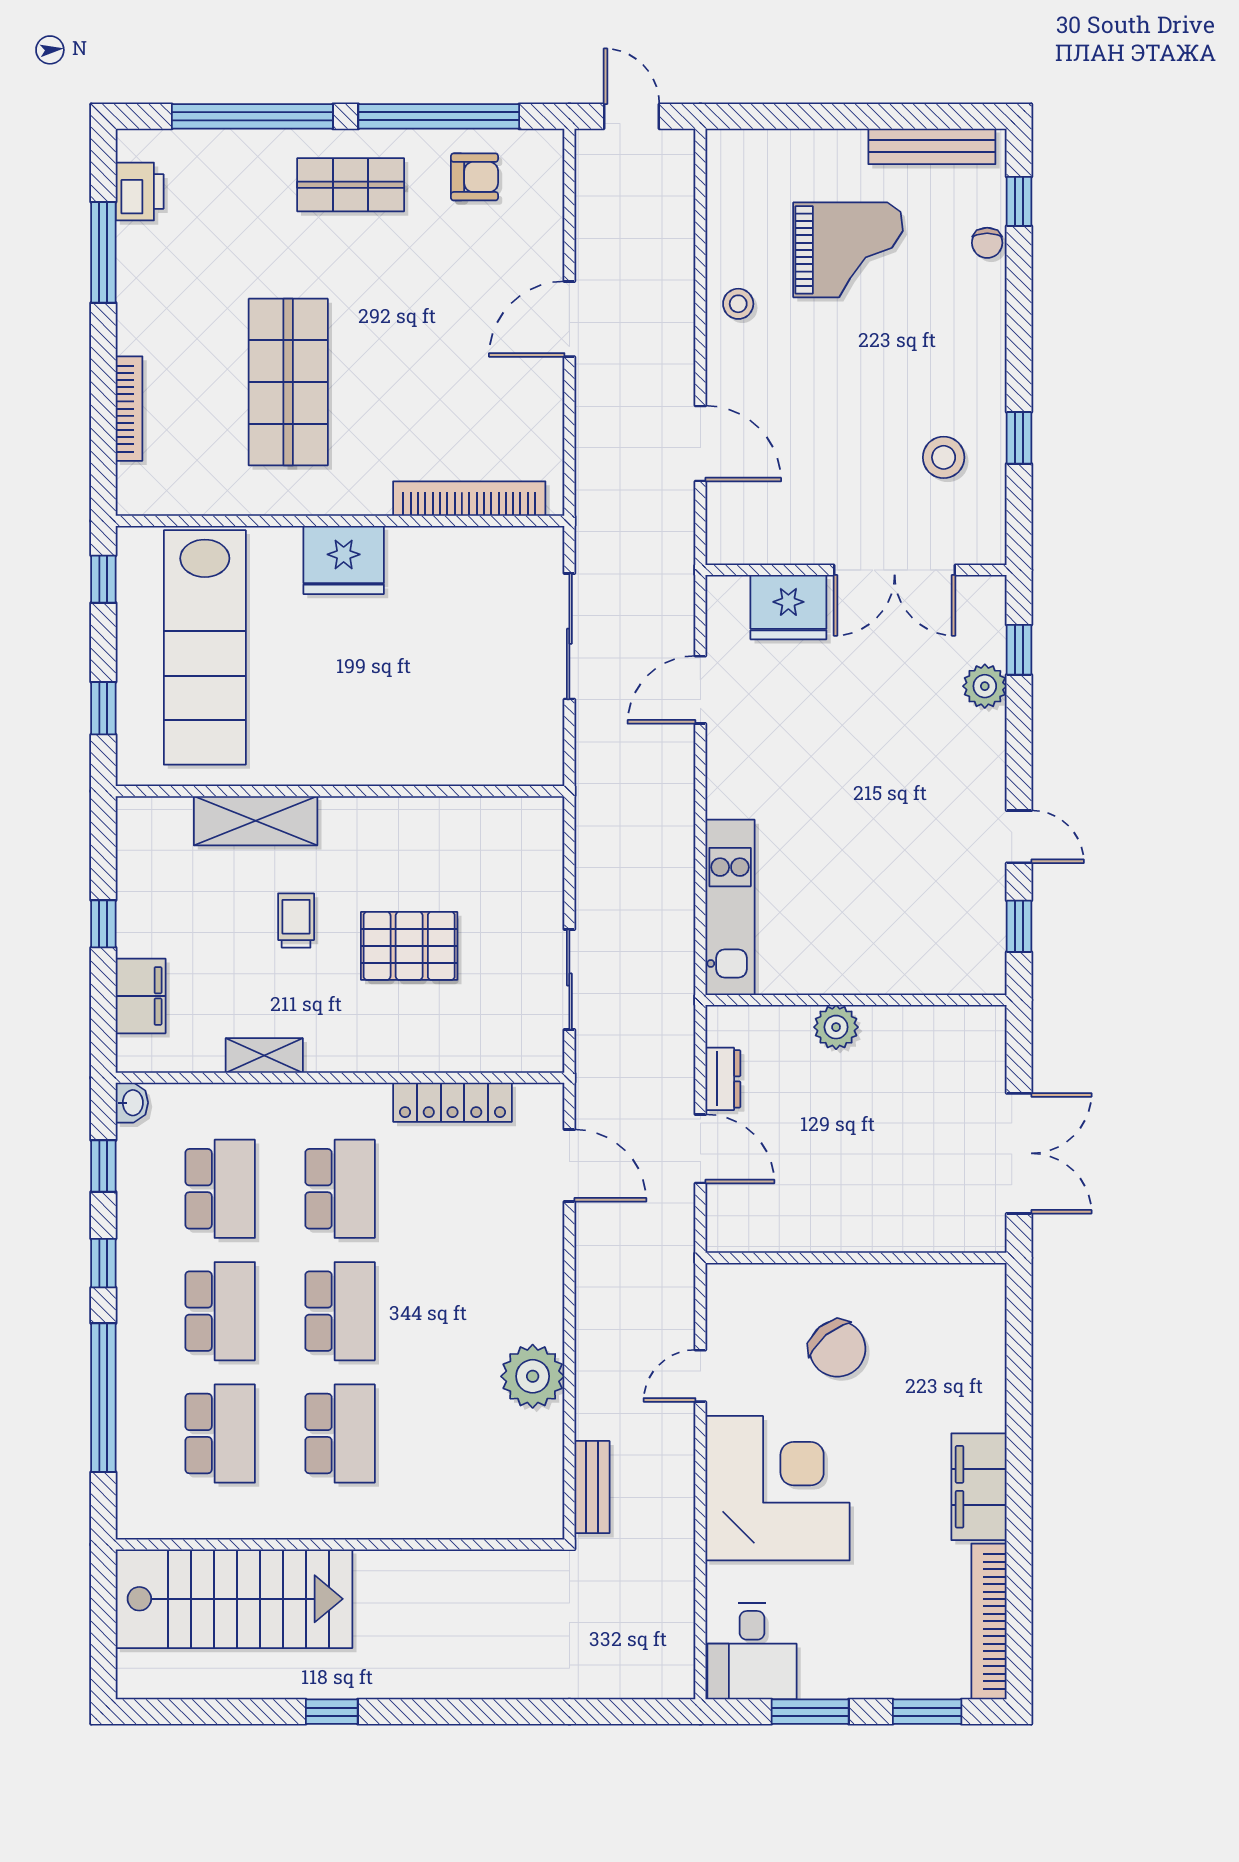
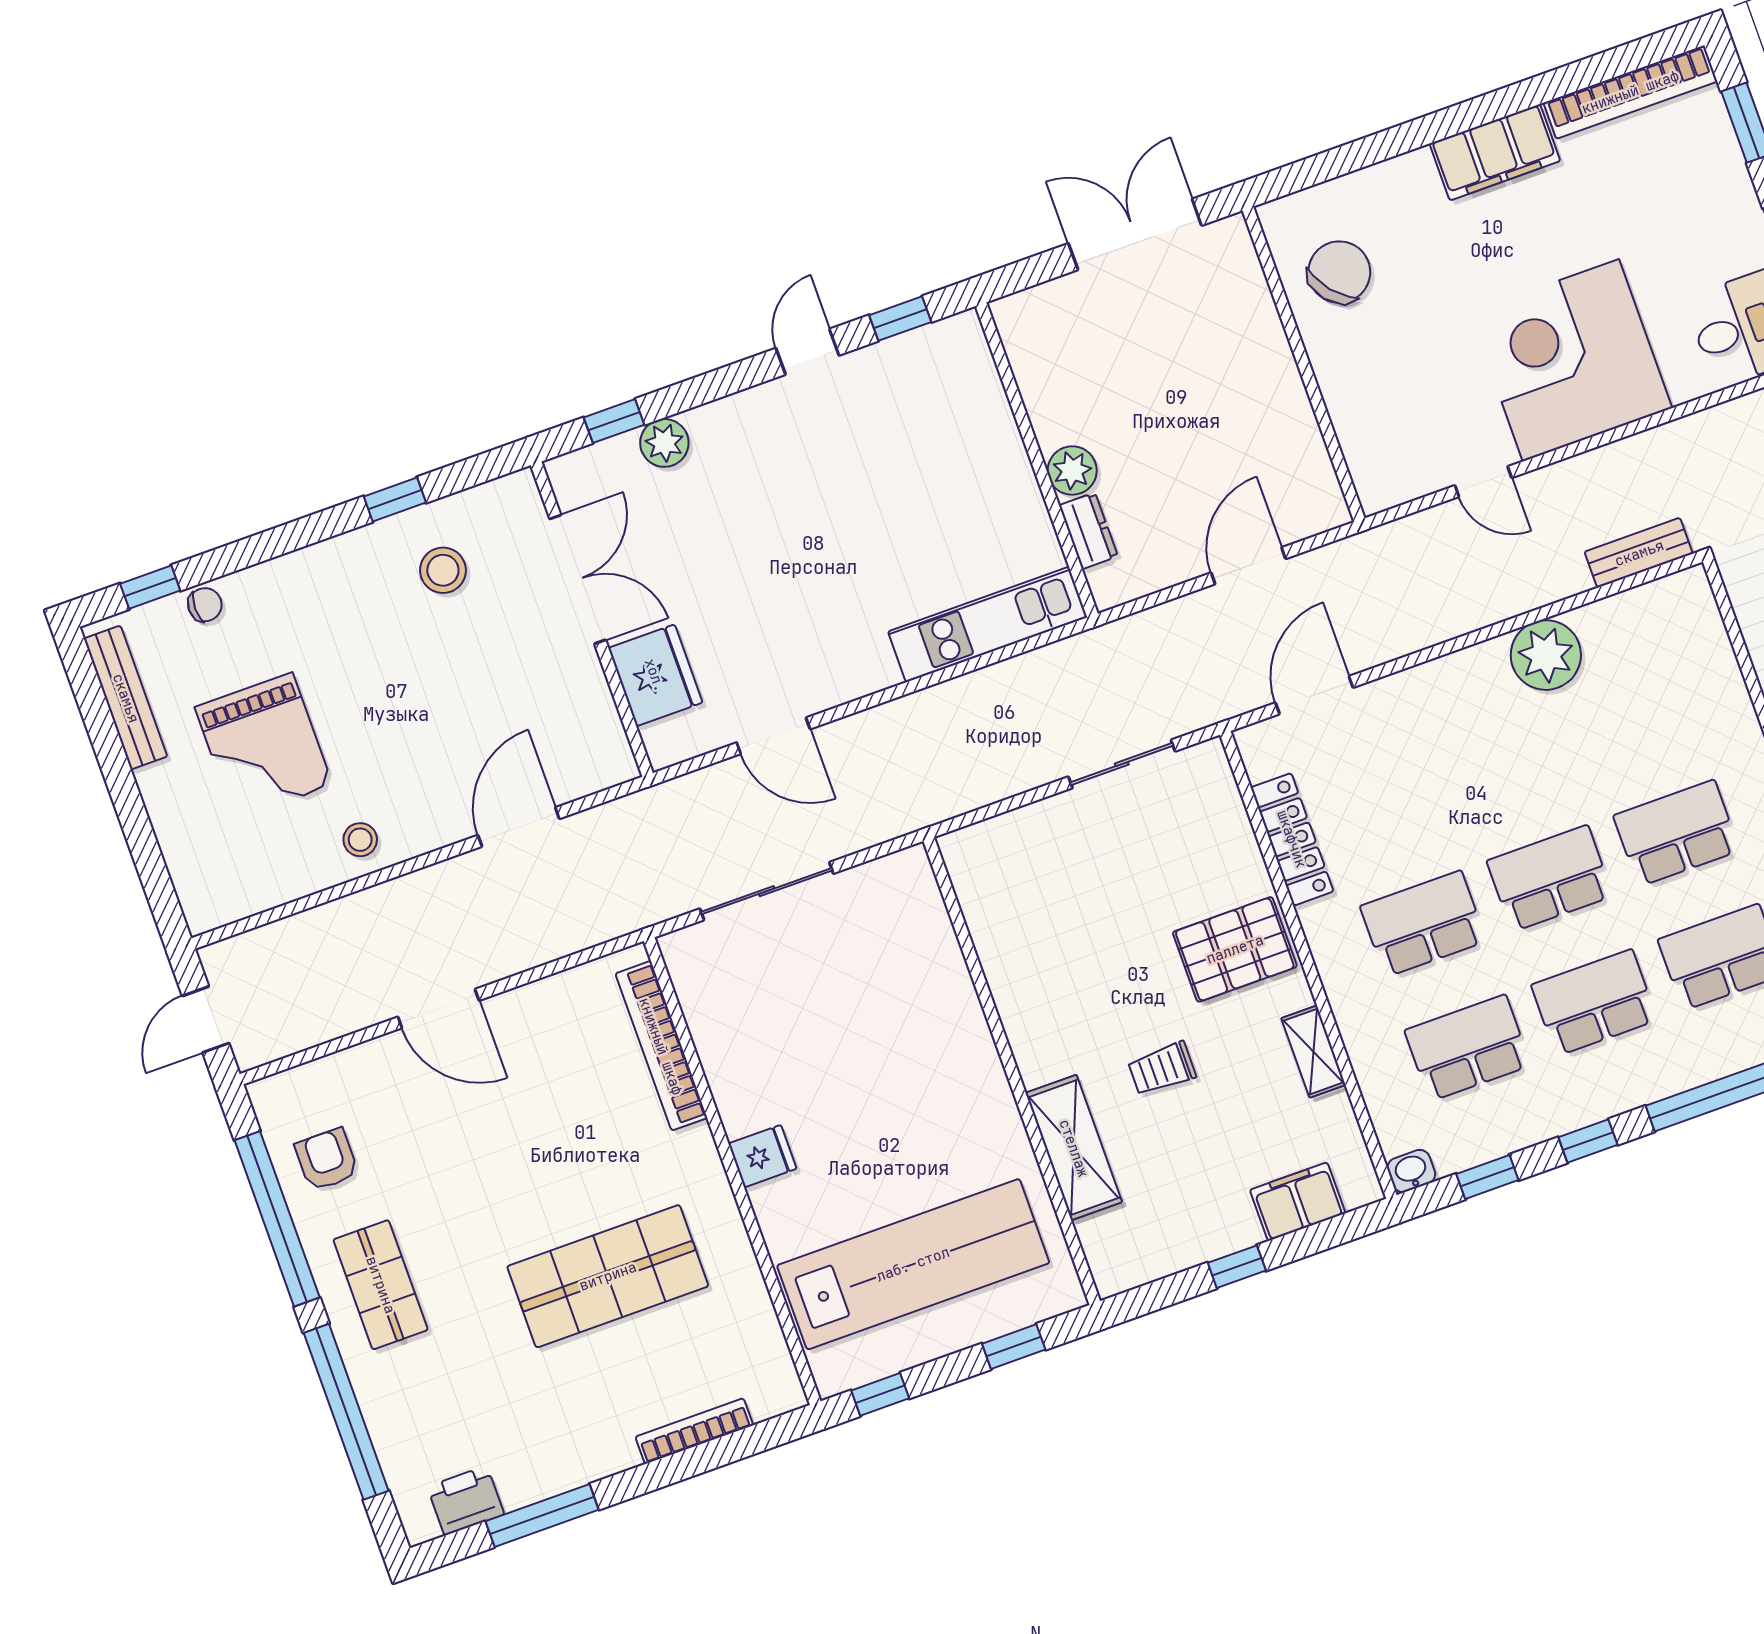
grand piano: (848, 250) -> (264, 746), turned 180
fridge: (344, 560) -> (762, 1156), width x0.53, depth x0.75
pallet: (409, 946) -> (1235, 949), moved, turned 90
dresser: (723, 1079) -> (1088, 531), moved, turned 90
chair: (837, 1349) -> (1339, 272), moved

